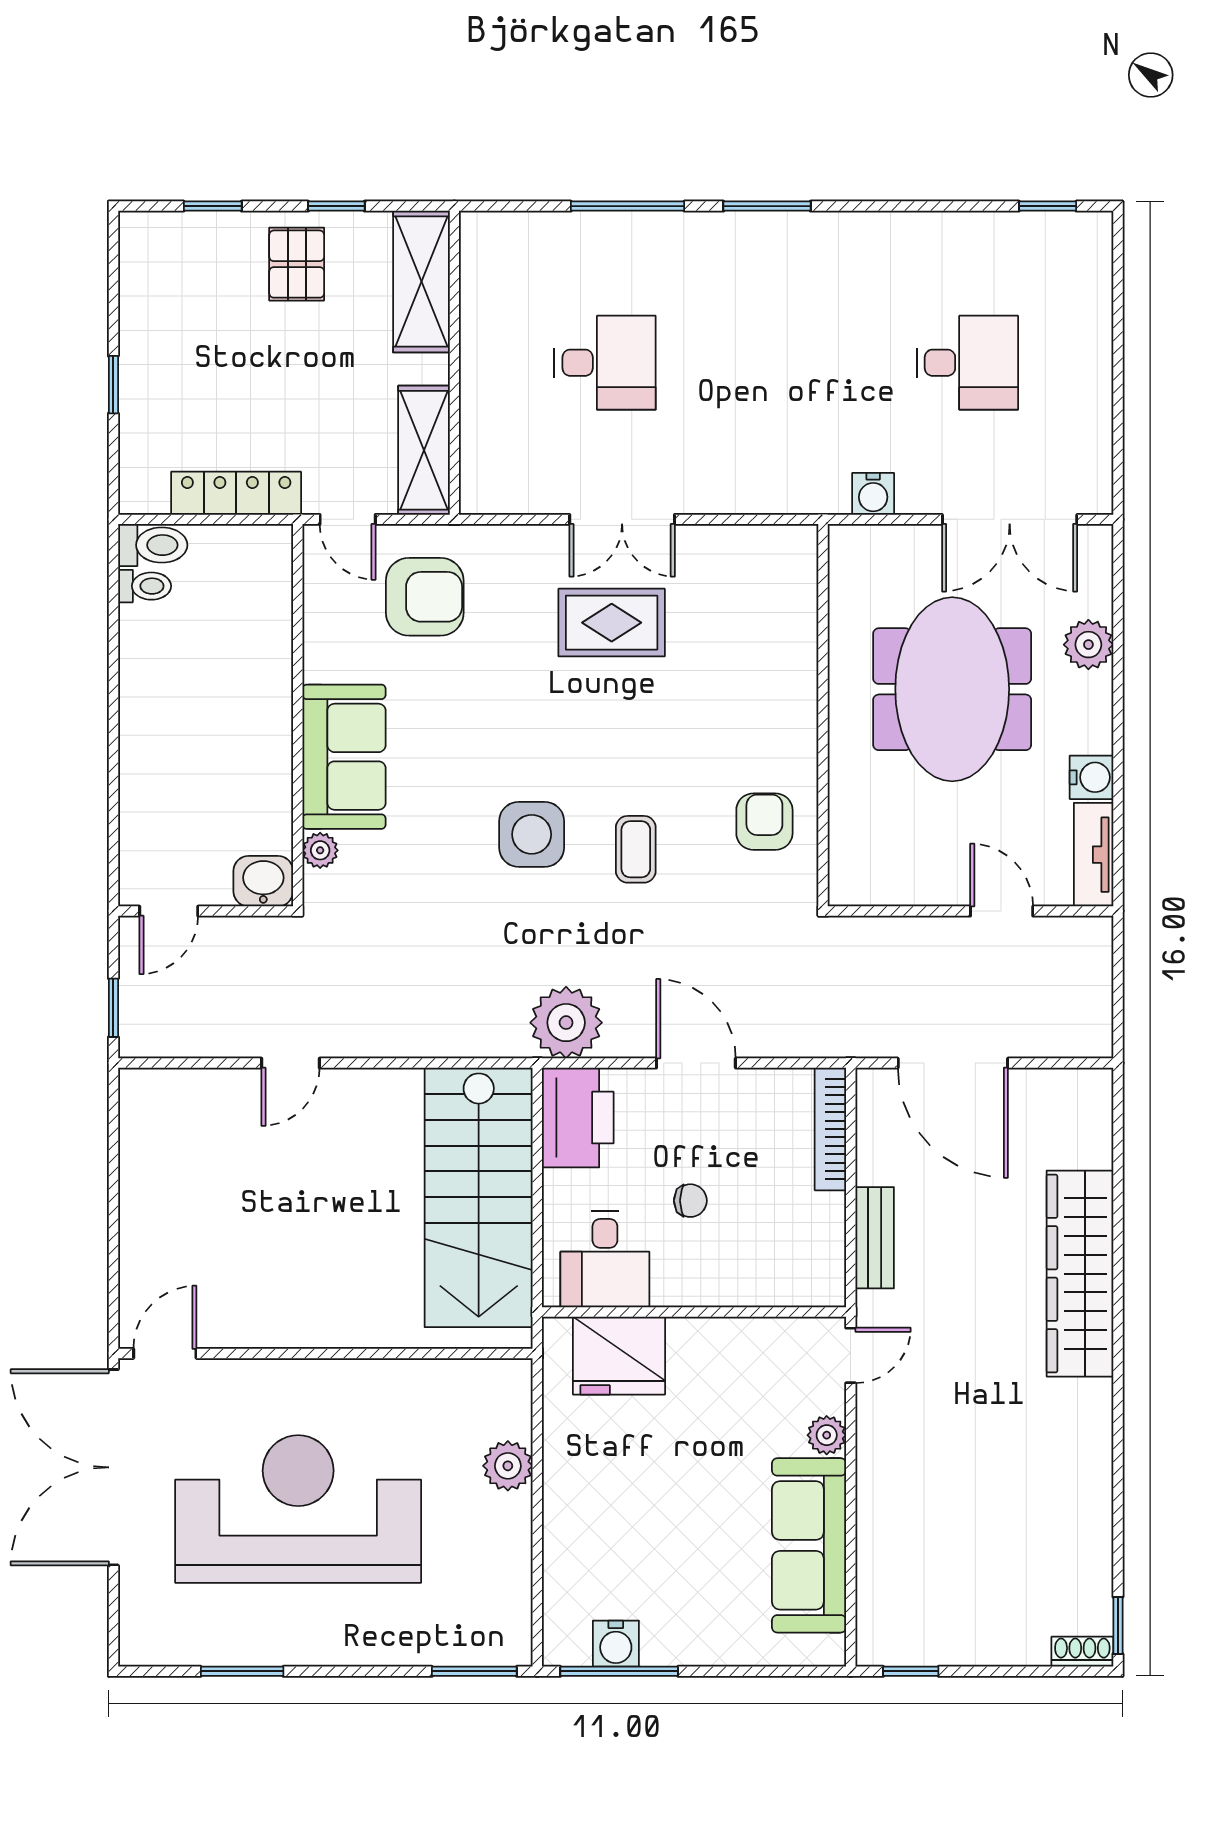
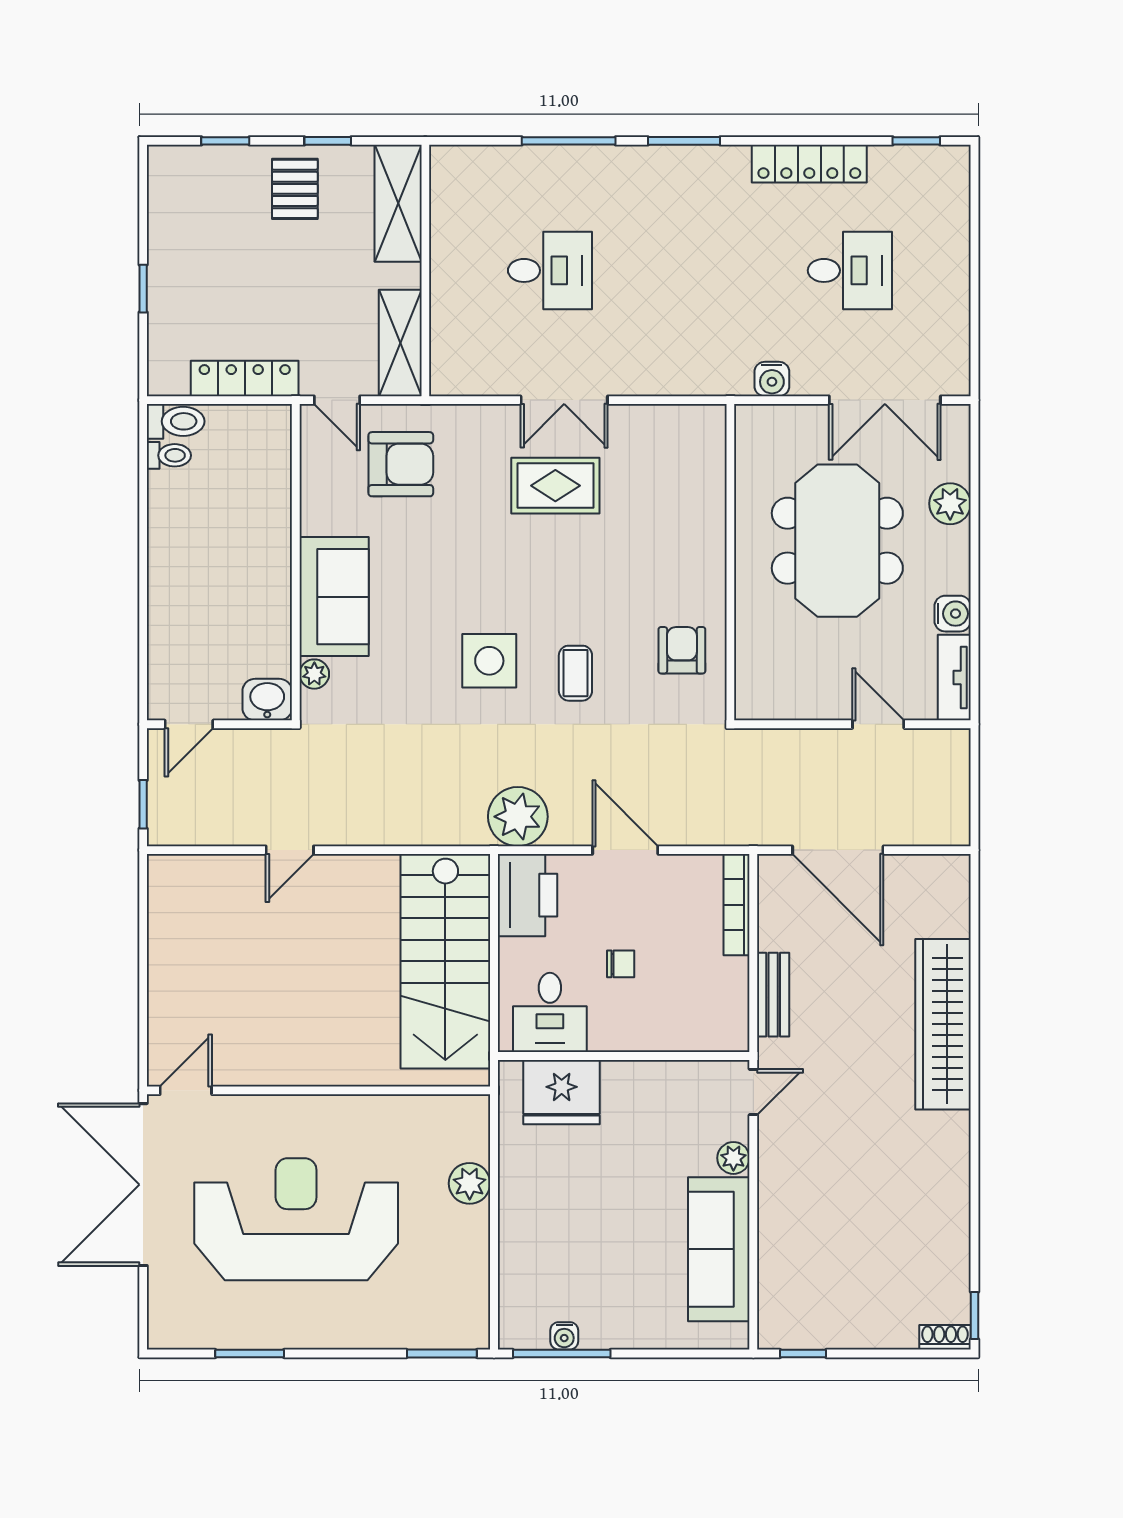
locker: (918, 234) -> (809, 164), added
water cooler: (616, 1644) -> (564, 1336), width x0.72, depth x0.72

